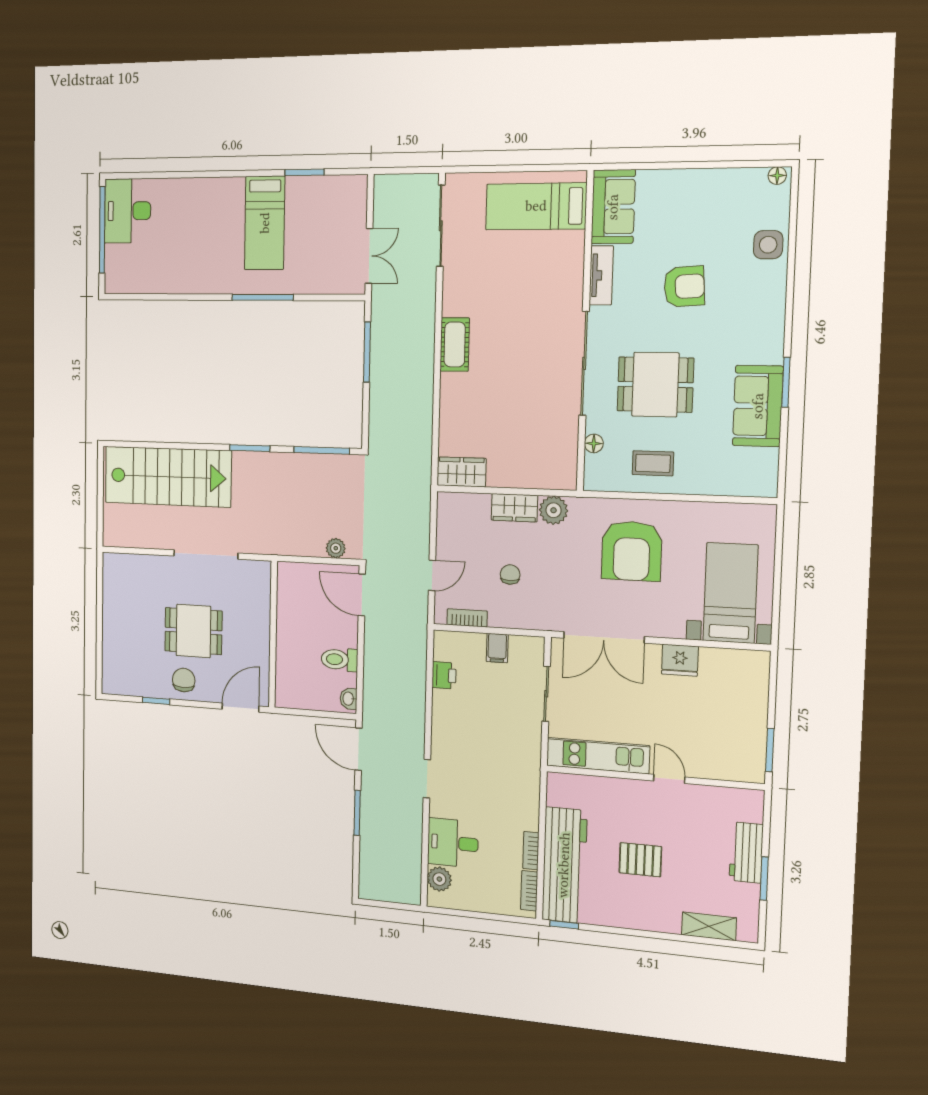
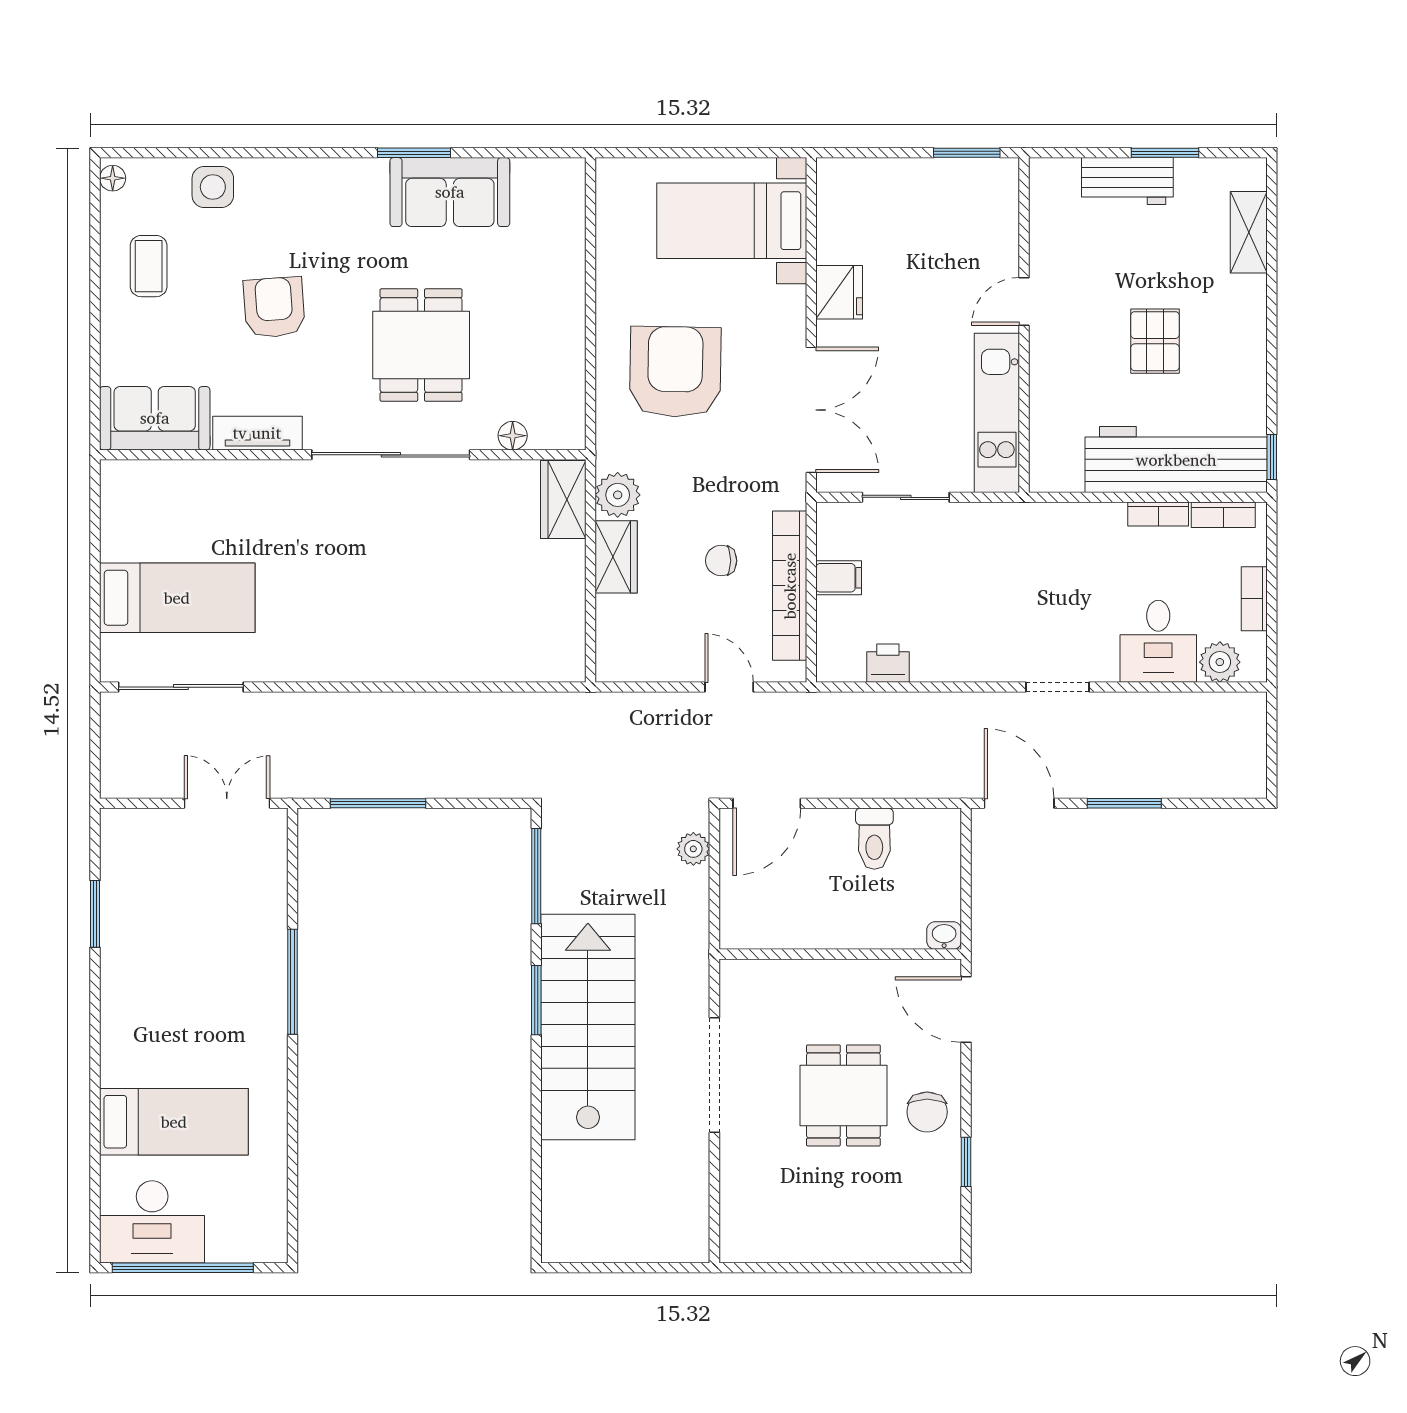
bed: (536, 206) -> (177, 598), moved, turned -90
bed: (265, 223) -> (174, 1122), moved
cot: (455, 344) -> (364, 660), removed
coffee table: (653, 463) -> (149, 266), moved
wardrobe: (461, 472) -> (563, 500), moved
stairs: (168, 477) -> (588, 1027), moved
armchair: (632, 551) -> (675, 372), turned -89
bookcase: (467, 618) -> (790, 586), width x2.31, depth x1.31
chair: (184, 680) -> (927, 1112), turned -90
washbasin: (349, 699) -> (944, 936), moved, turned 180
door: (359, 749) -> (1019, 803), swing flipped
bookcase: (477, 904) -> (1254, 599), added

